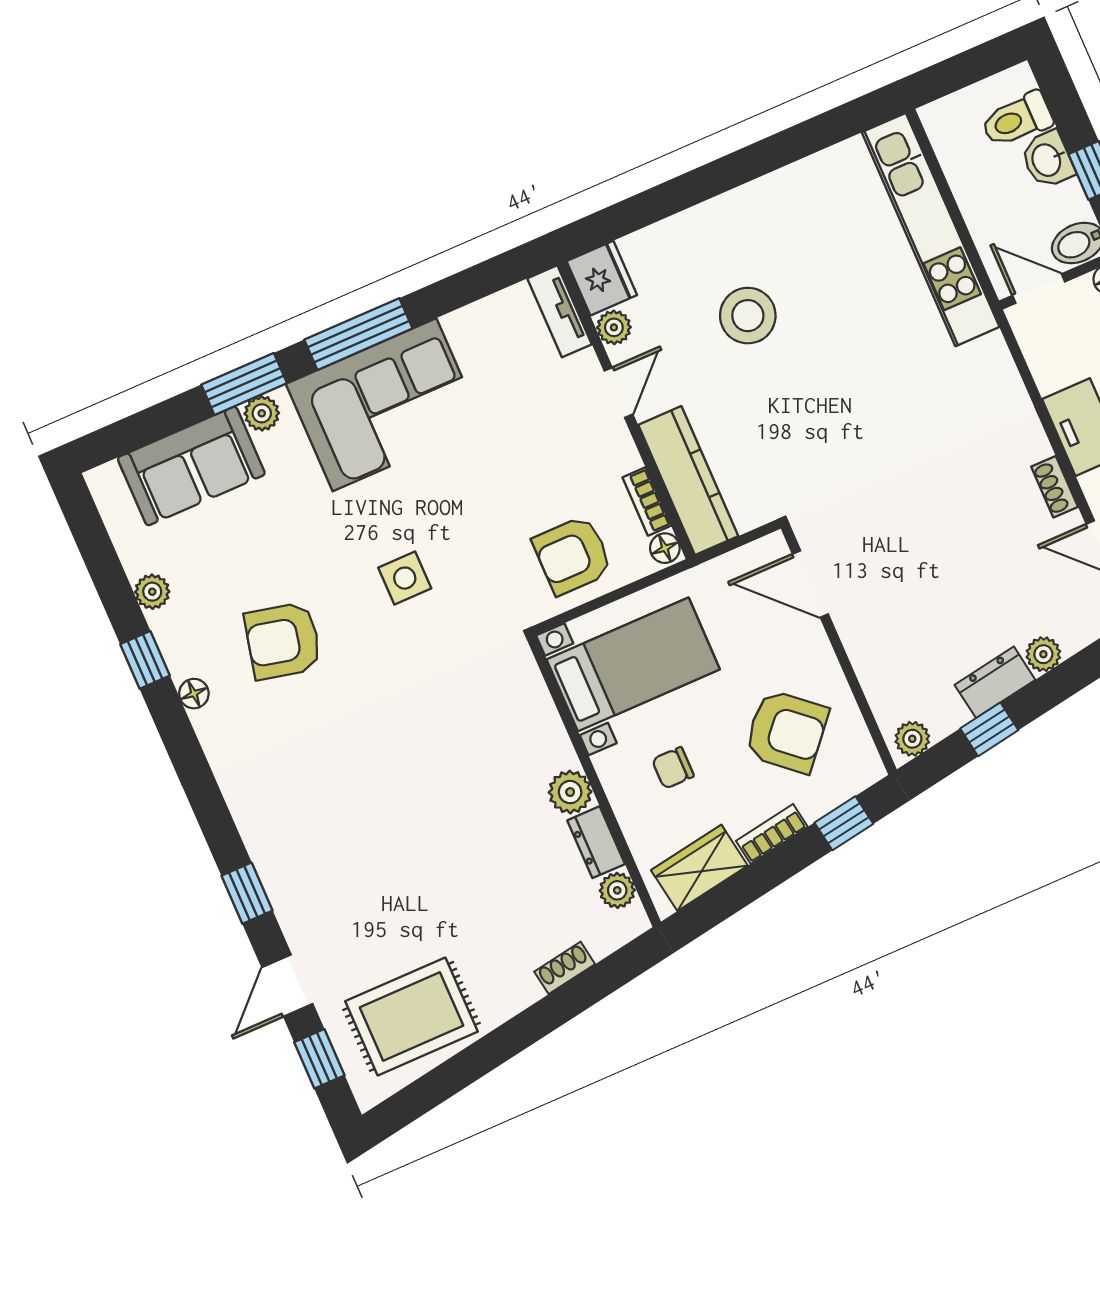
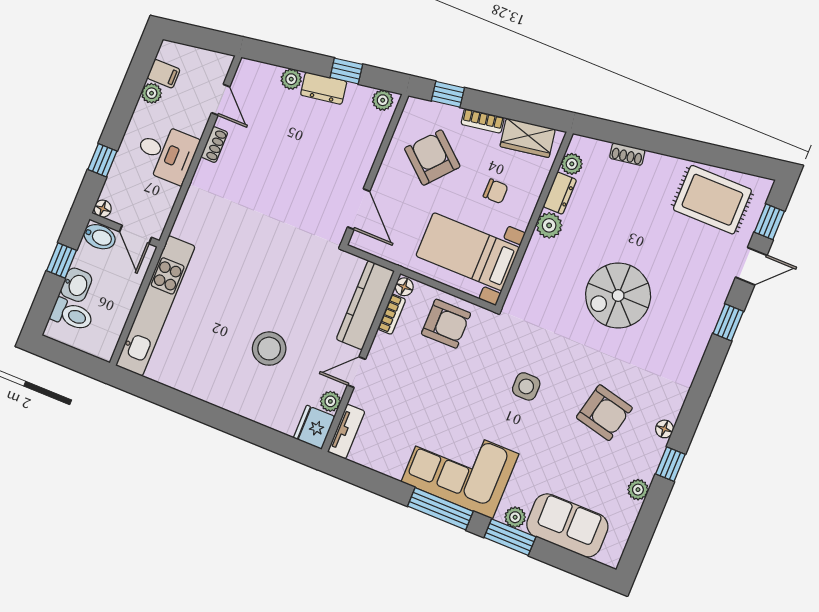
spiral stairs: (407, 793) -> (618, 296), added

